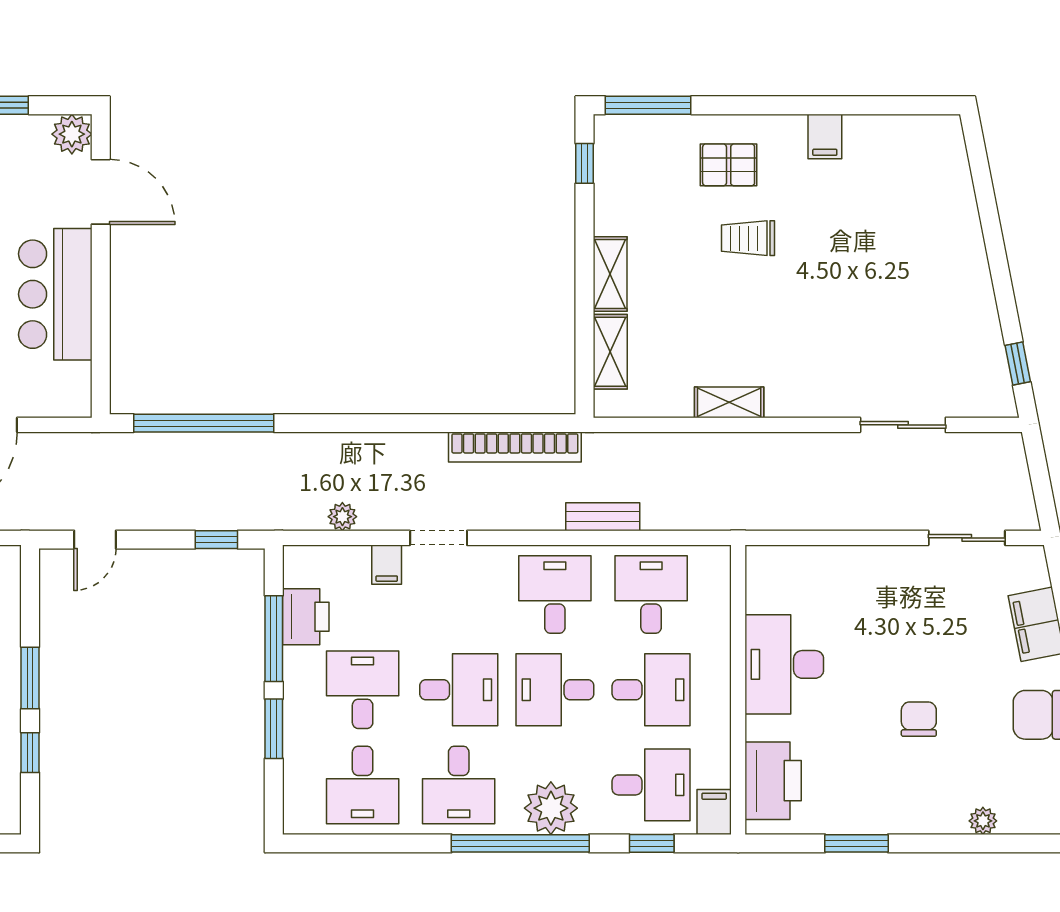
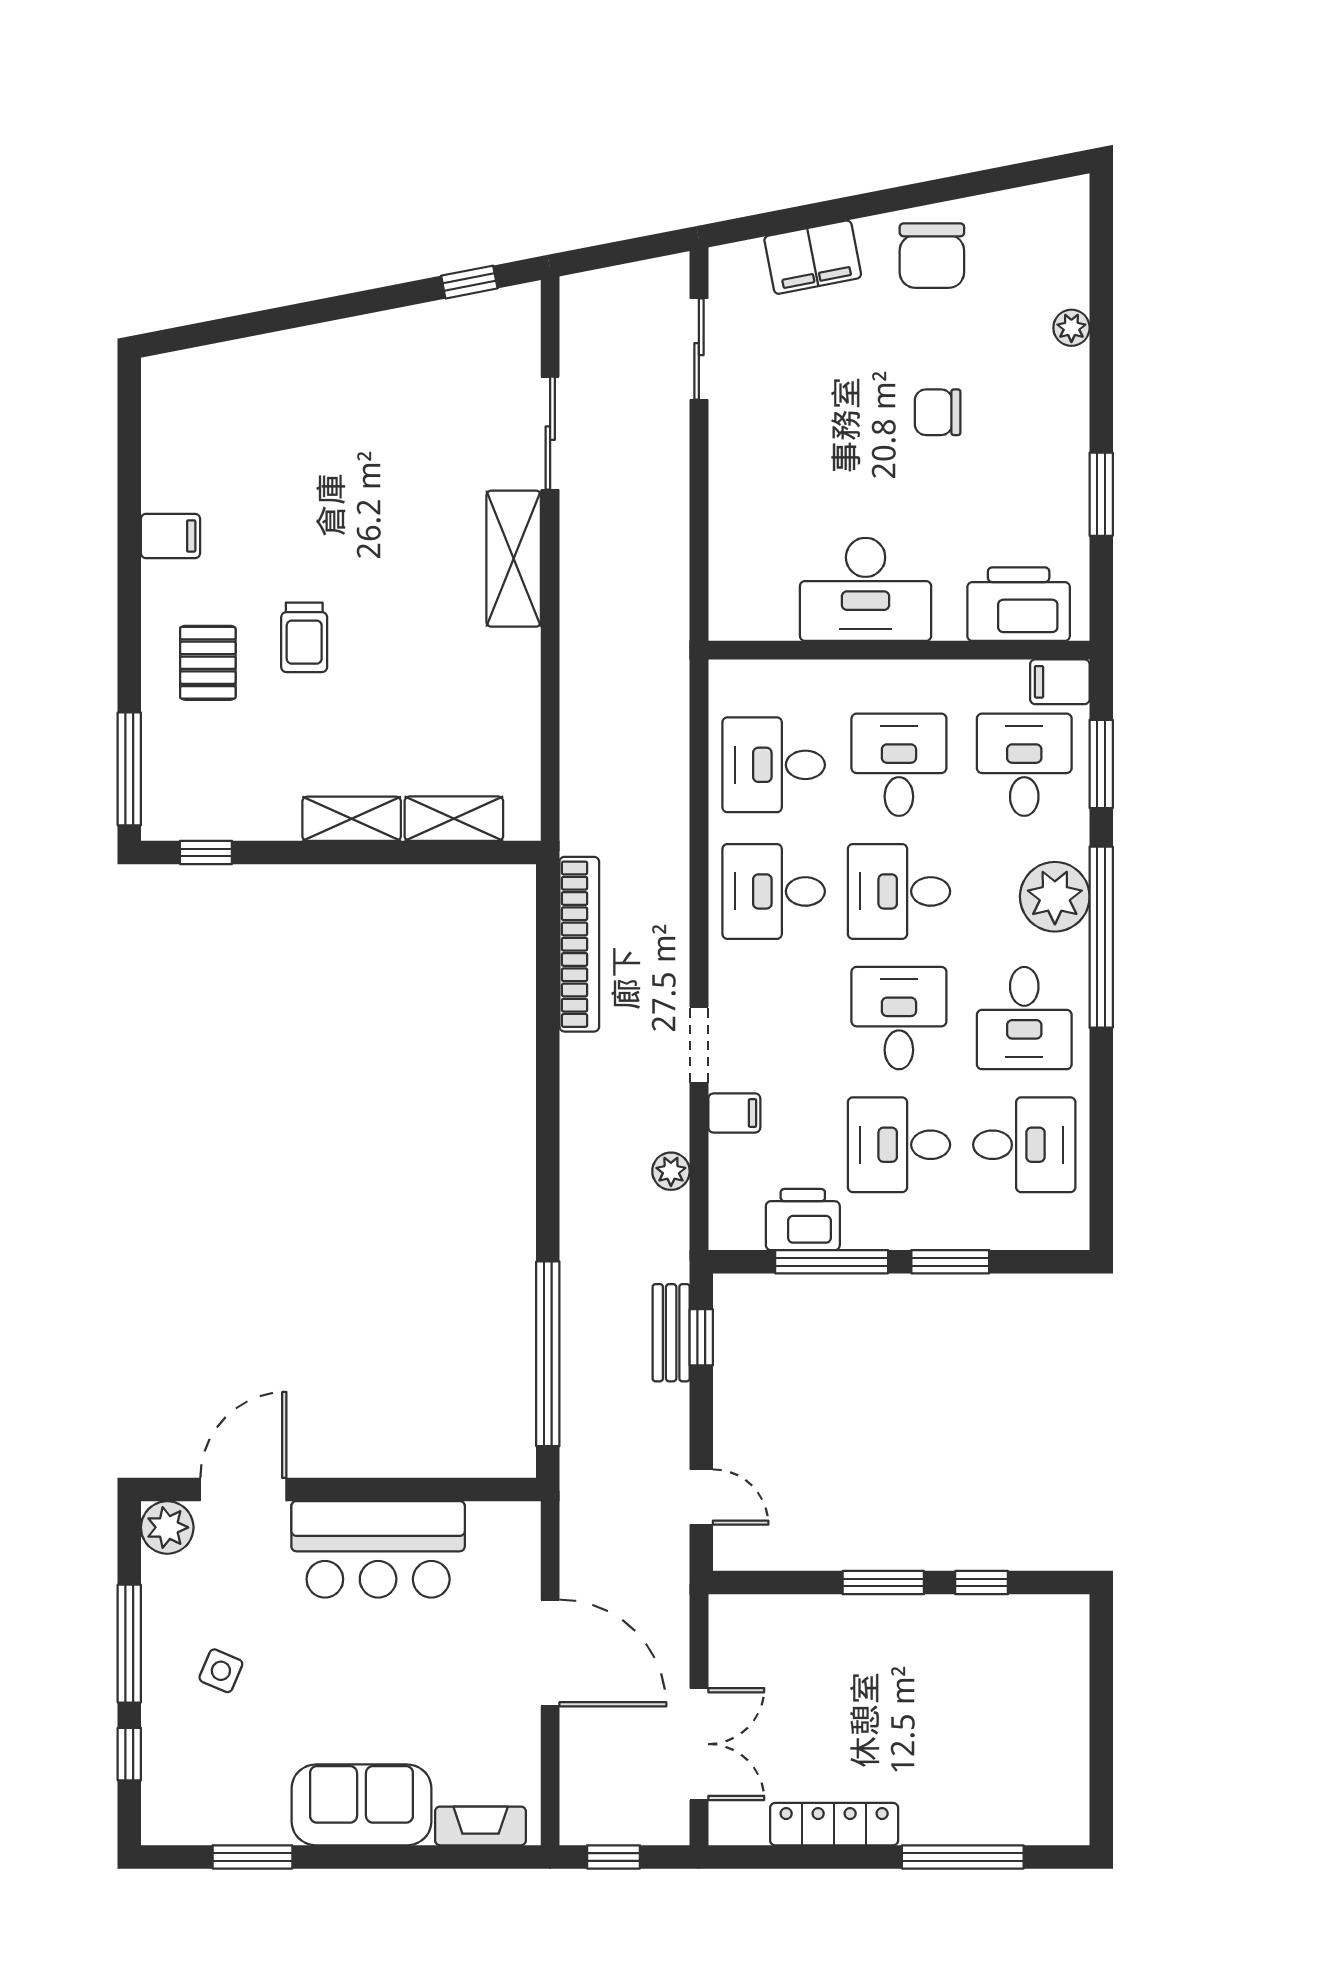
shelving: (729, 402) -> (514, 559), moved, width x1.50, depth x1.33
bench: (603, 517) -> (671, 1333), moved
desk: (555, 690) -> (899, 891), turned 90
desk: (459, 785) -> (1024, 1018), turned 90
window: (652, 843) -> (1101, 764), width x1.50

